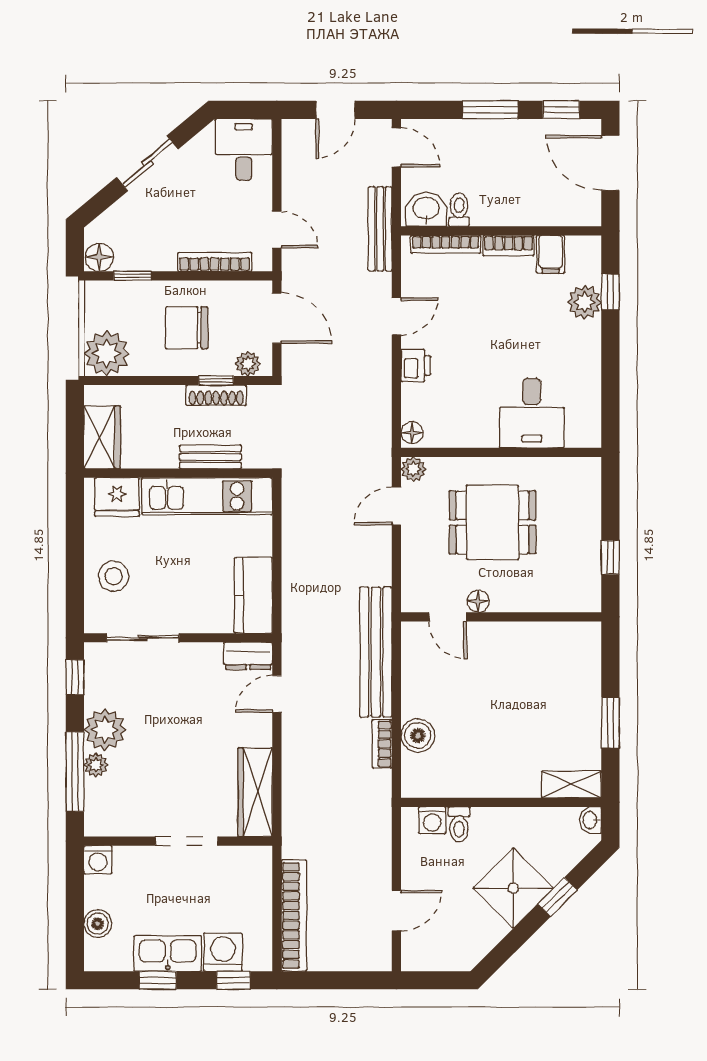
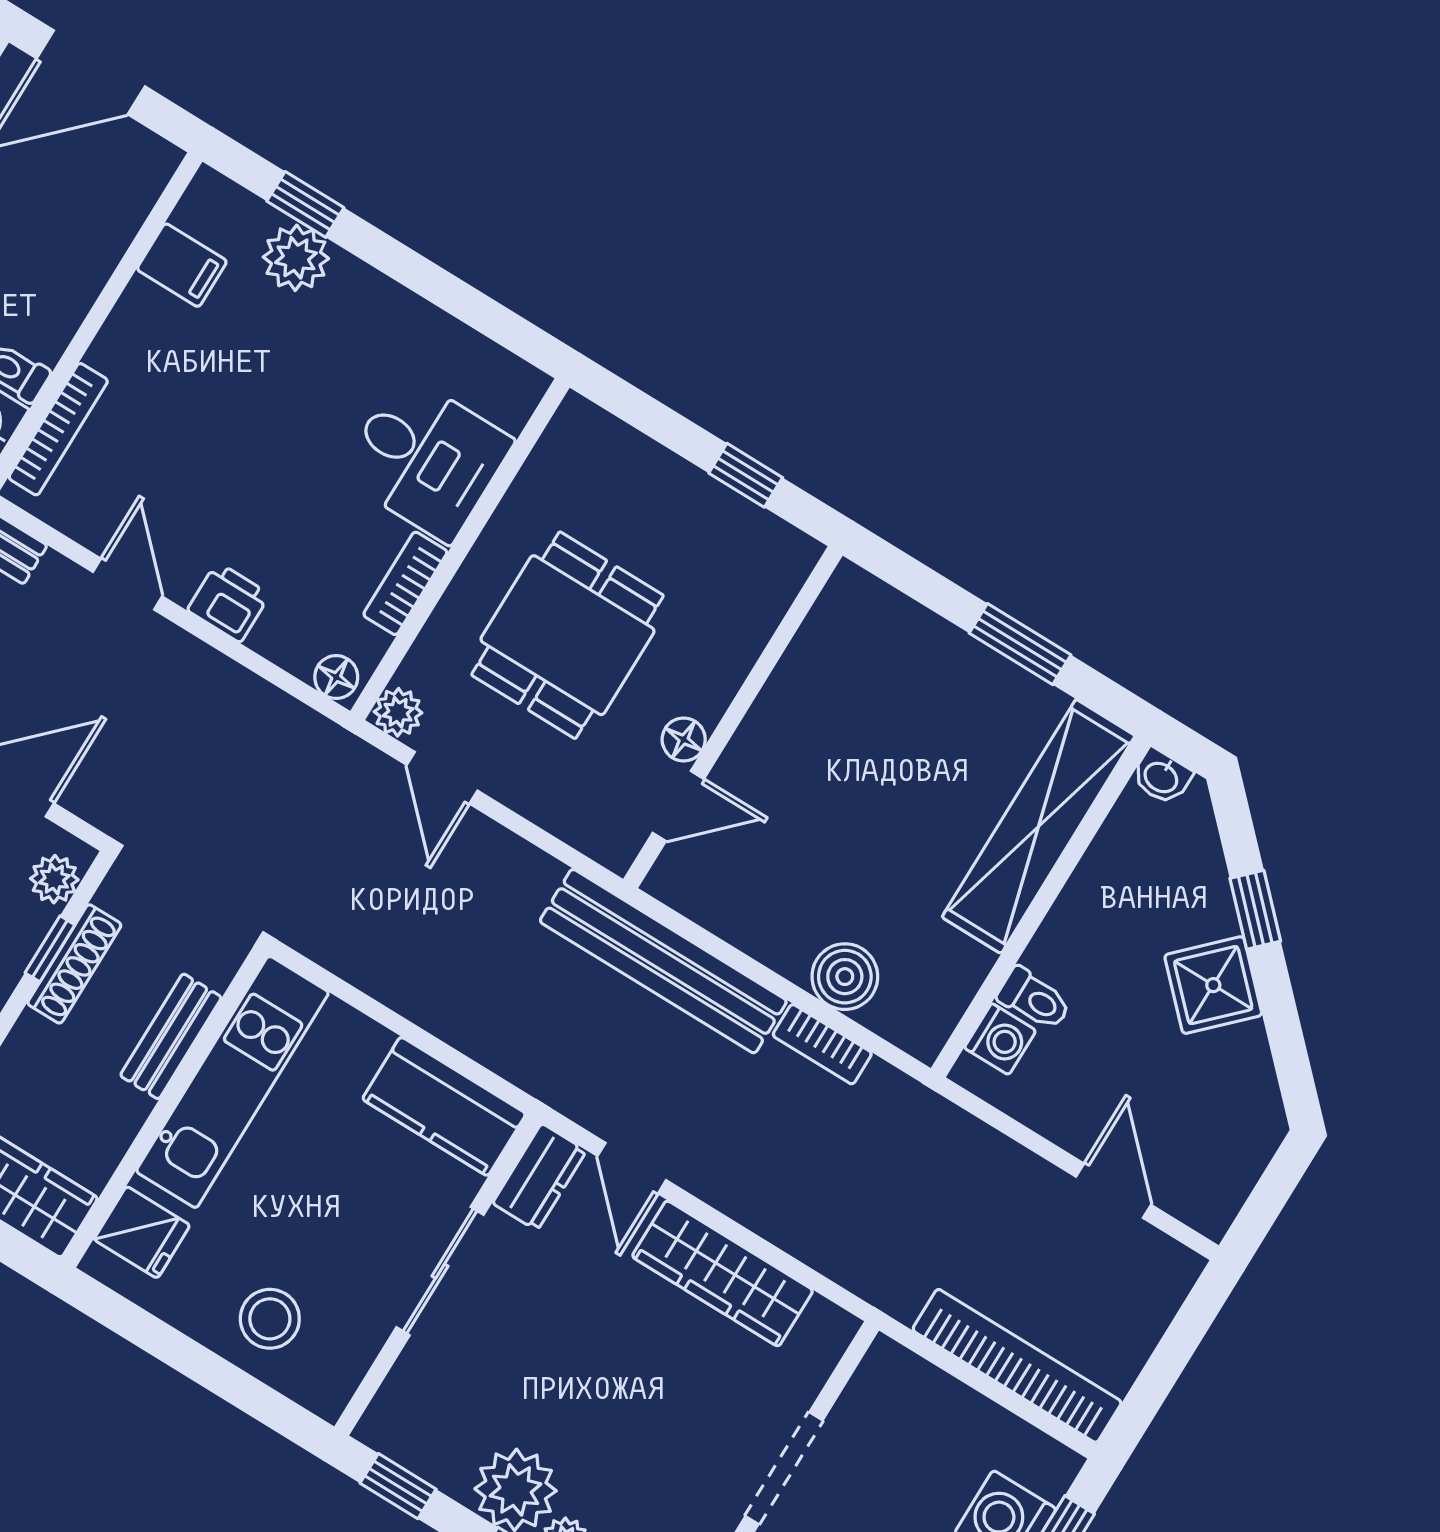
bookcase: (509, 246) -> (405, 583), moved, turned 180
fridge: (117, 497) -> (142, 1232), width x0.72
sliding door: (143, 638) -> (440, 1271), moved
shelving: (571, 784) -> (1039, 826), width x2.20, depth x1.33
wardrobe: (255, 792) -> (723, 1273), moved
shower: (513, 888) -> (1213, 985), width x0.73, depth x0.73

